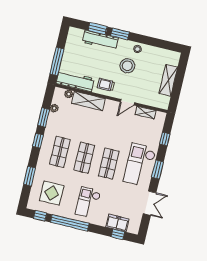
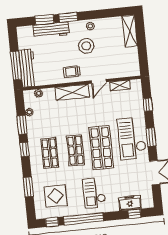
shelving: (168, 80) -> (130, 31), moved
workbench: (75, 81) -> (28, 68), moved, turned 90
shelving: (88, 101) -> (72, 92), moved
shop shelf: (109, 164) -> (101, 148), width x1.43, depth x1.36

